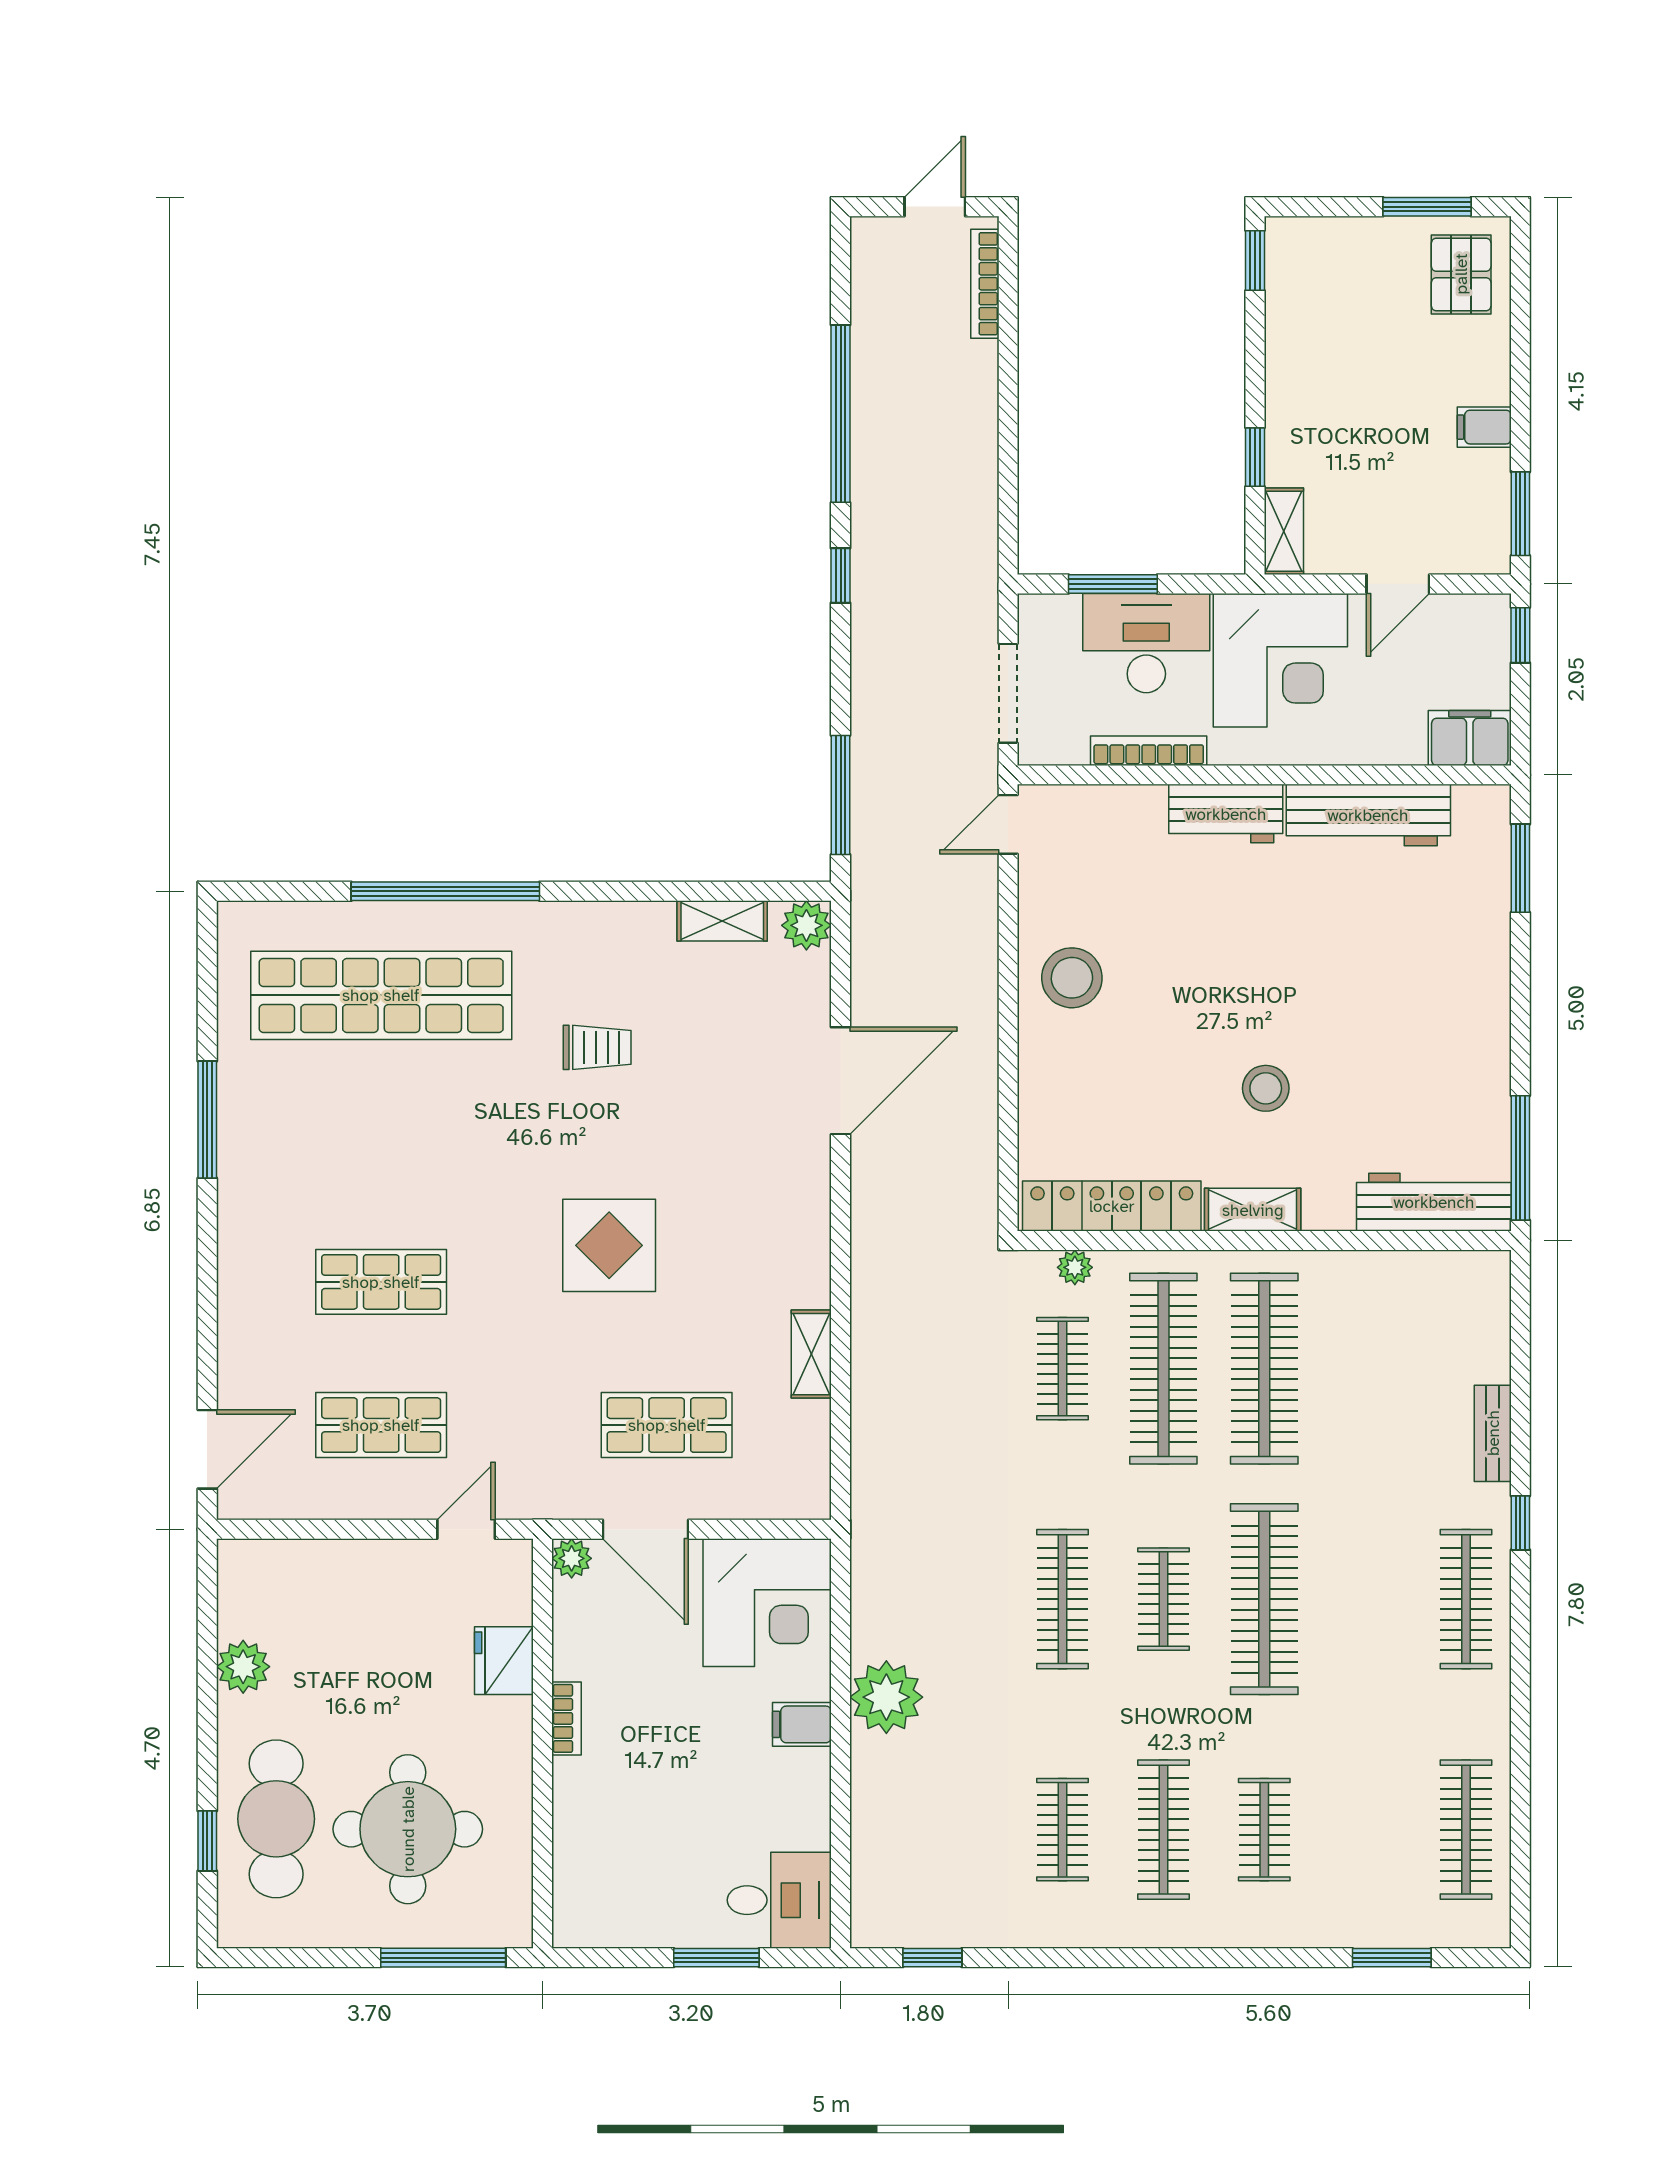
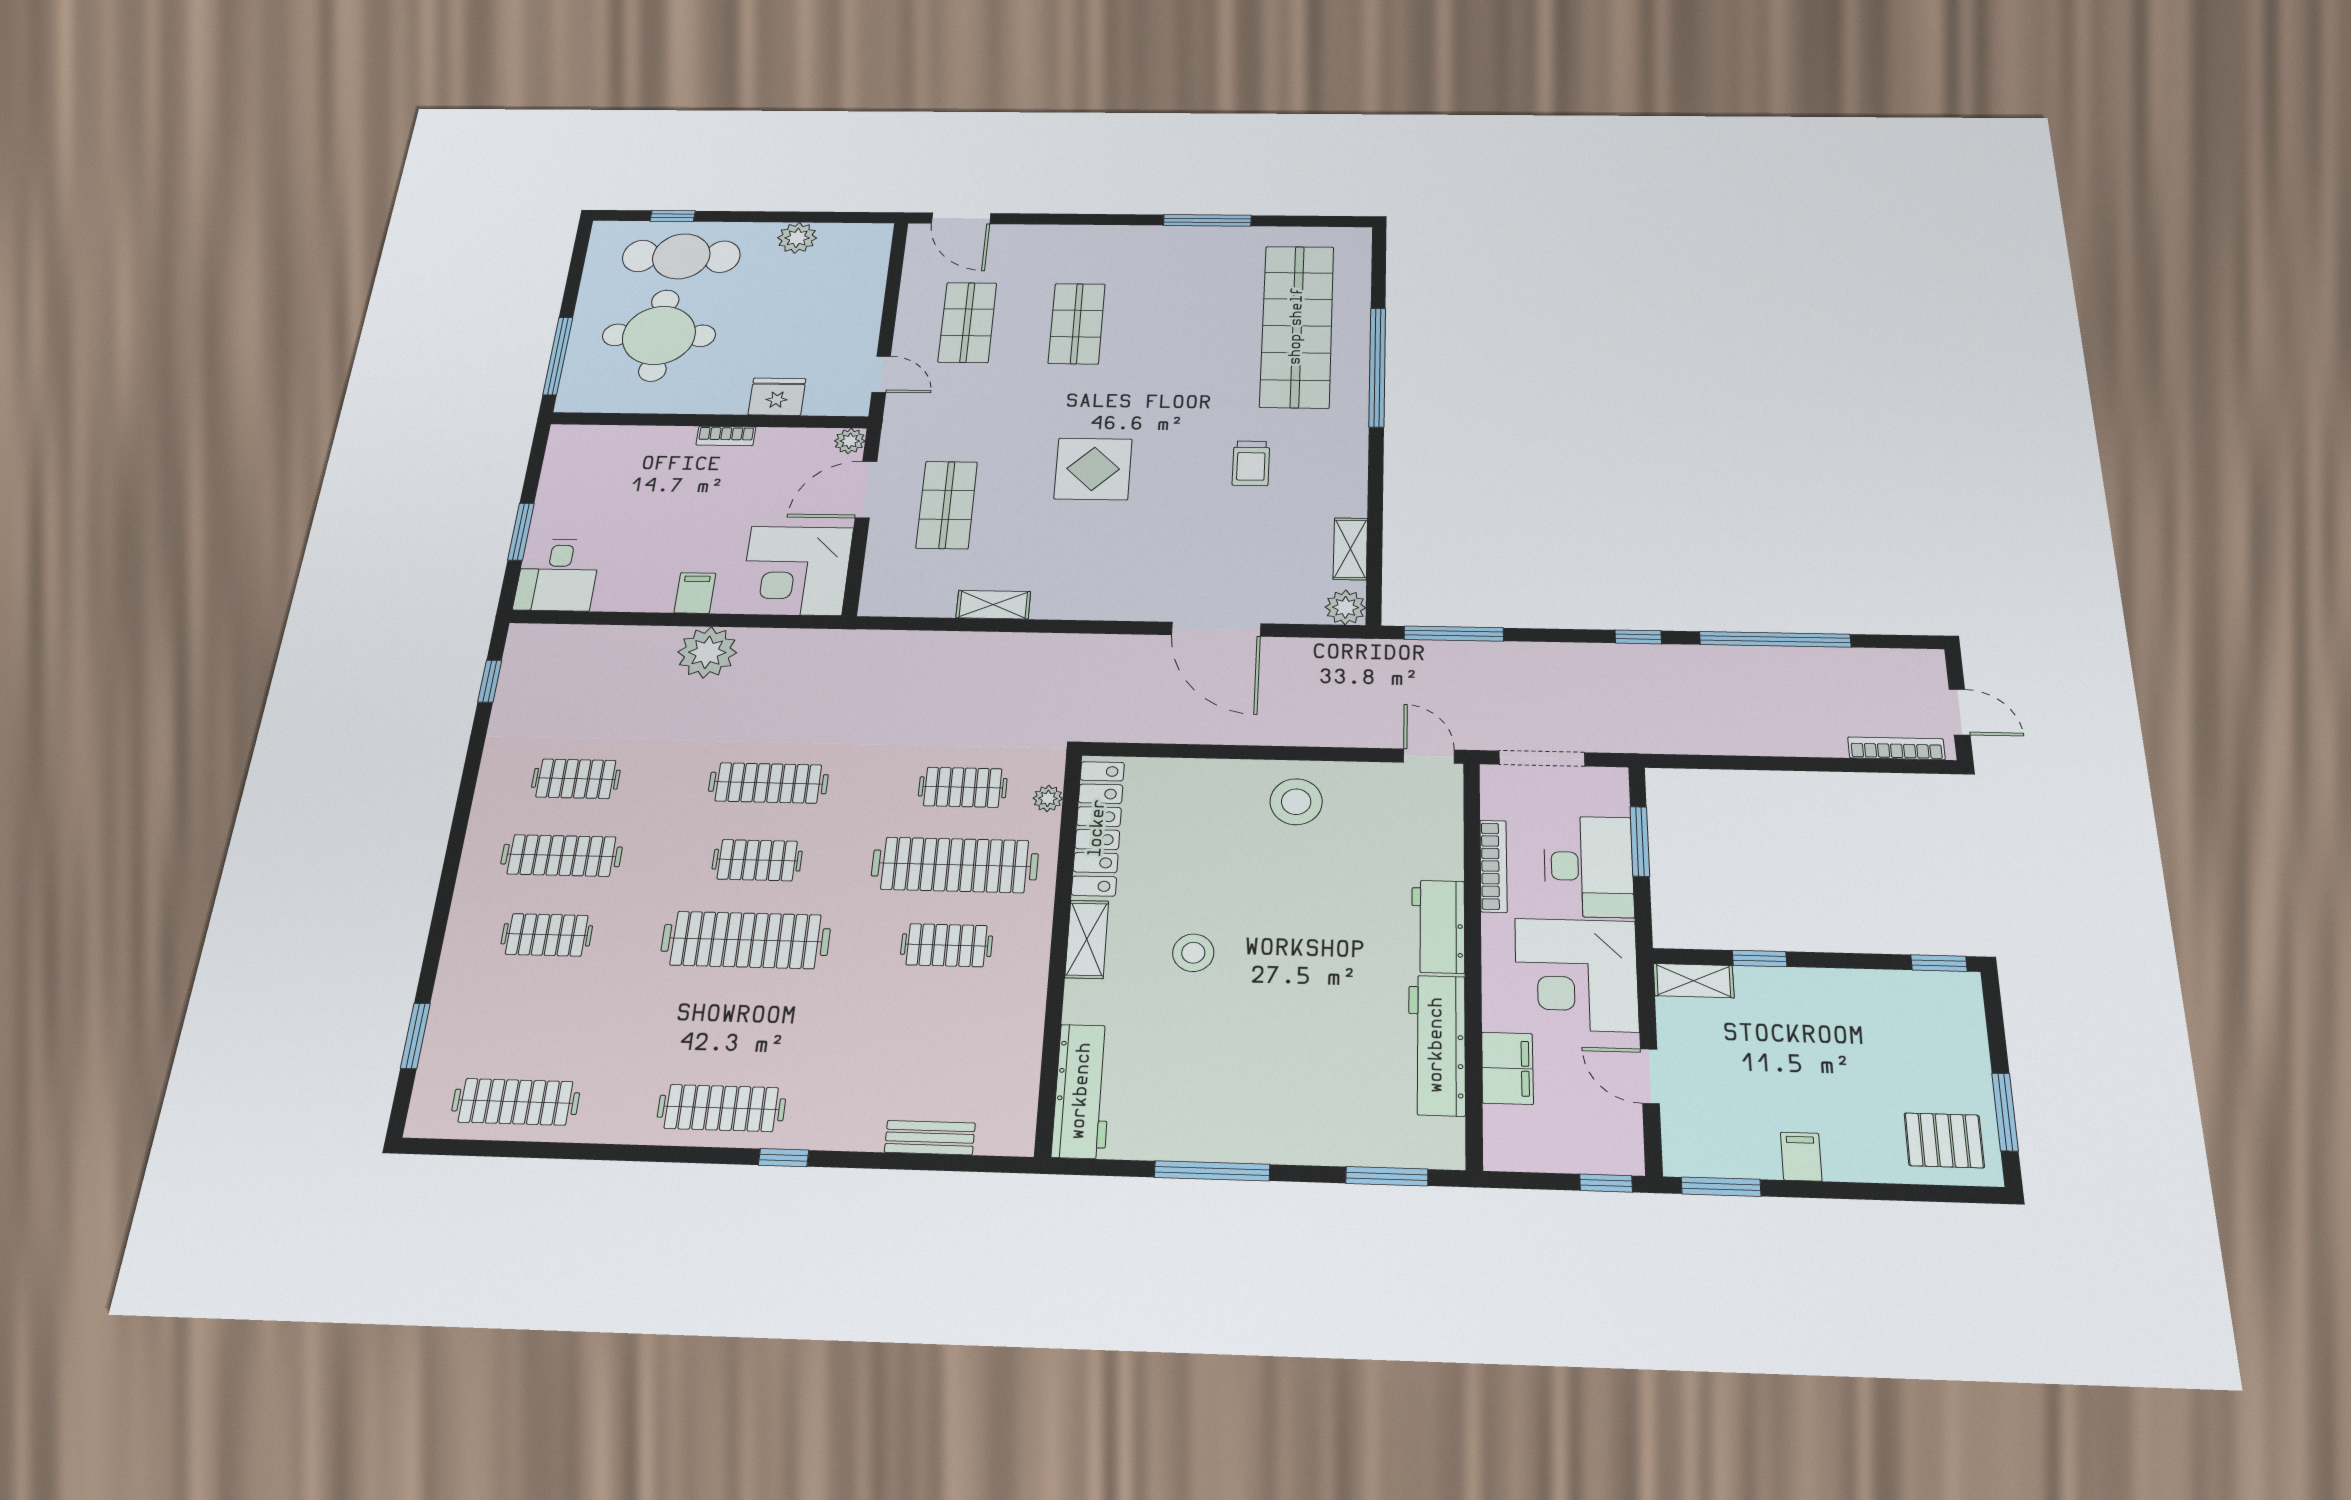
filing cabinet: (1470, 738) -> (1507, 1068), moved
window: (1520, 1158) -> (1212, 1171), moved
clothes rail: (1264, 1369) -> (947, 945), width x0.54, depth x0.76
bench: (1493, 1433) -> (930, 1138), moved

